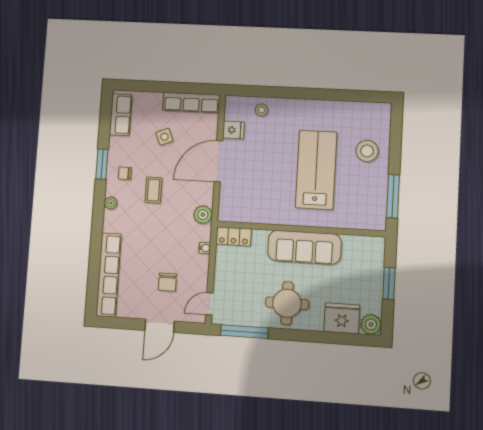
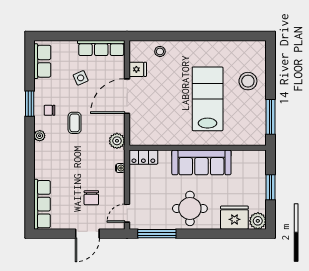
row of seats: (109, 275) -> (42, 204), width x0.73

